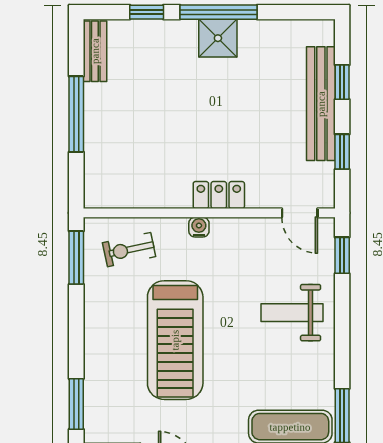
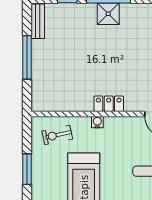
window: (76, 258) -> (27, 169), moved

